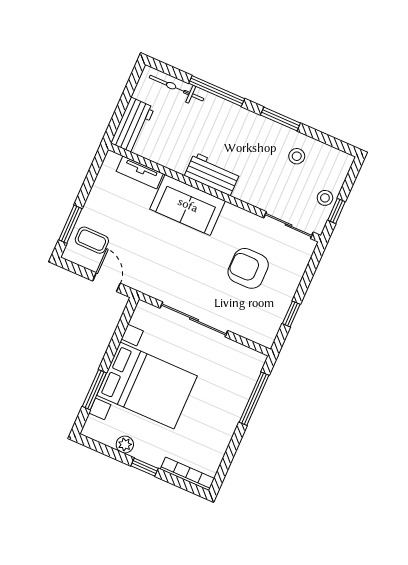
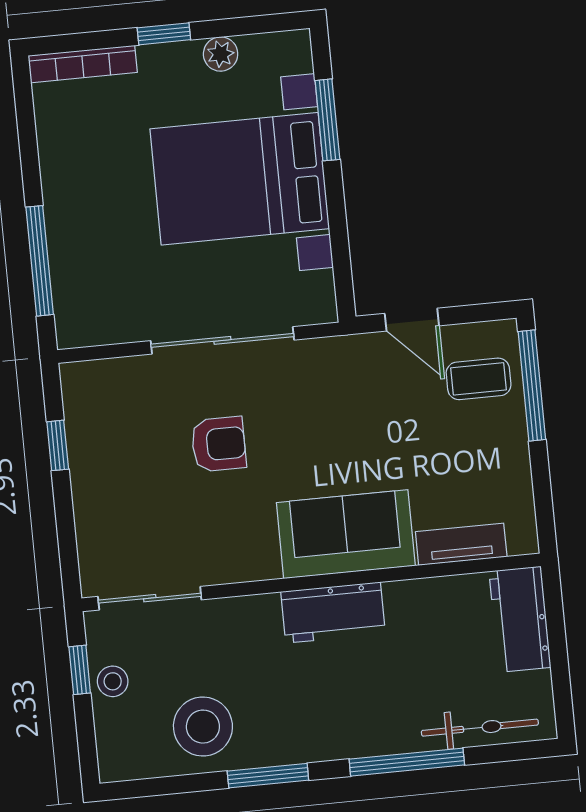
stool: (297, 156) -> (203, 727), width x1.89, depth x1.89
window: (70, 224) -> (532, 386), width x1.44
armchair: (248, 268) -> (219, 444), moved, width x0.72, depth x0.72

